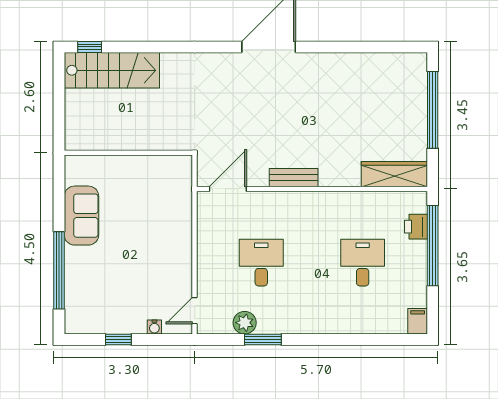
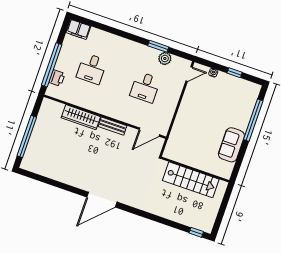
stairs: (112, 70) -> (191, 180), moved, turned 180
wardrobe: (394, 174) -> (81, 117), moved
filing cabinet: (418, 321) -> (78, 29), width x2.00

